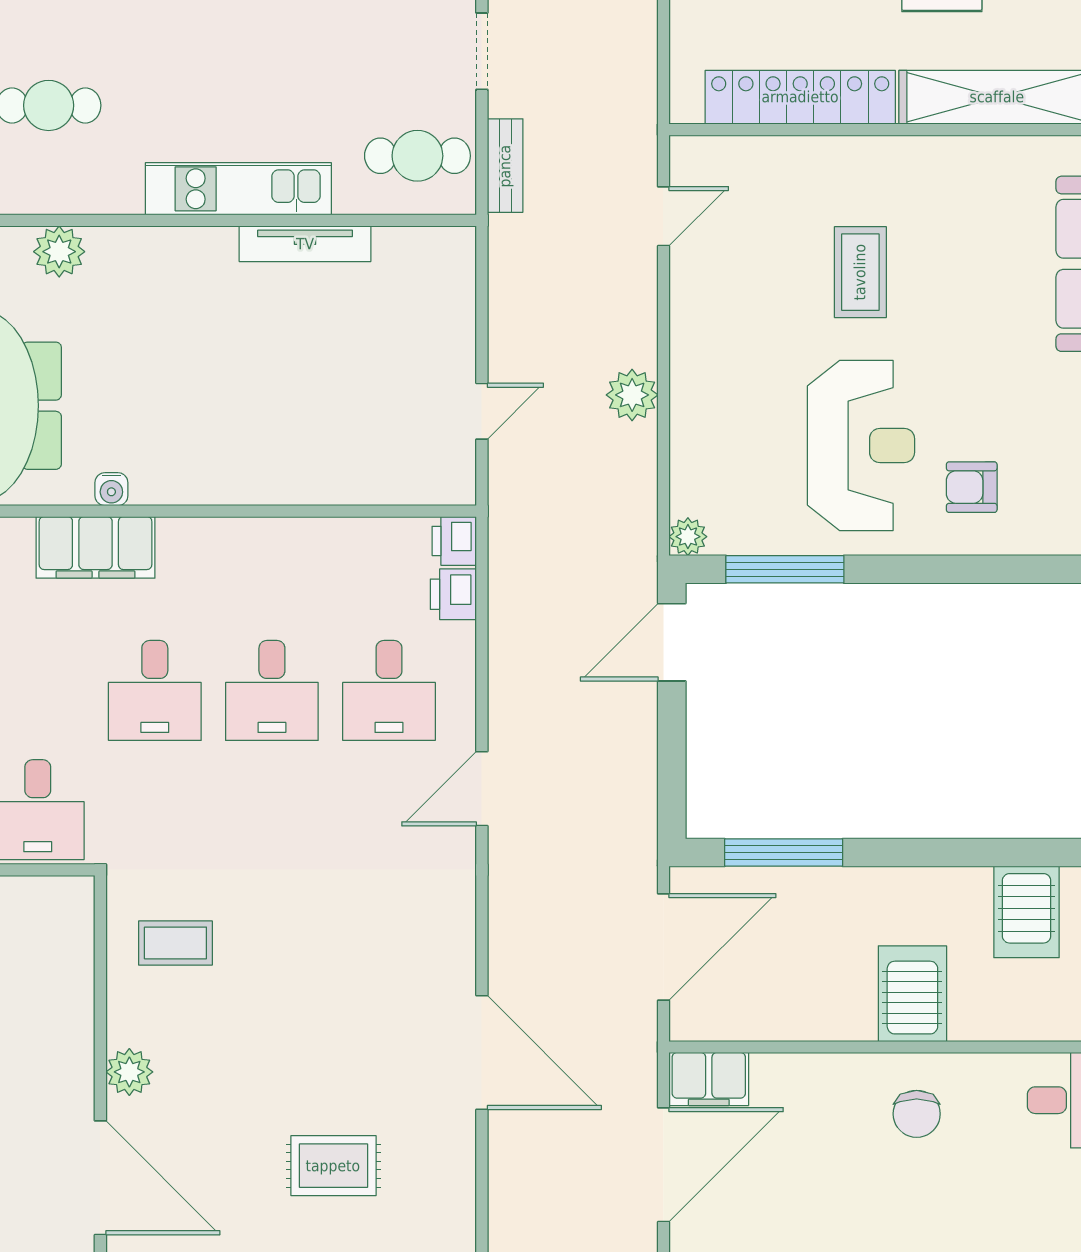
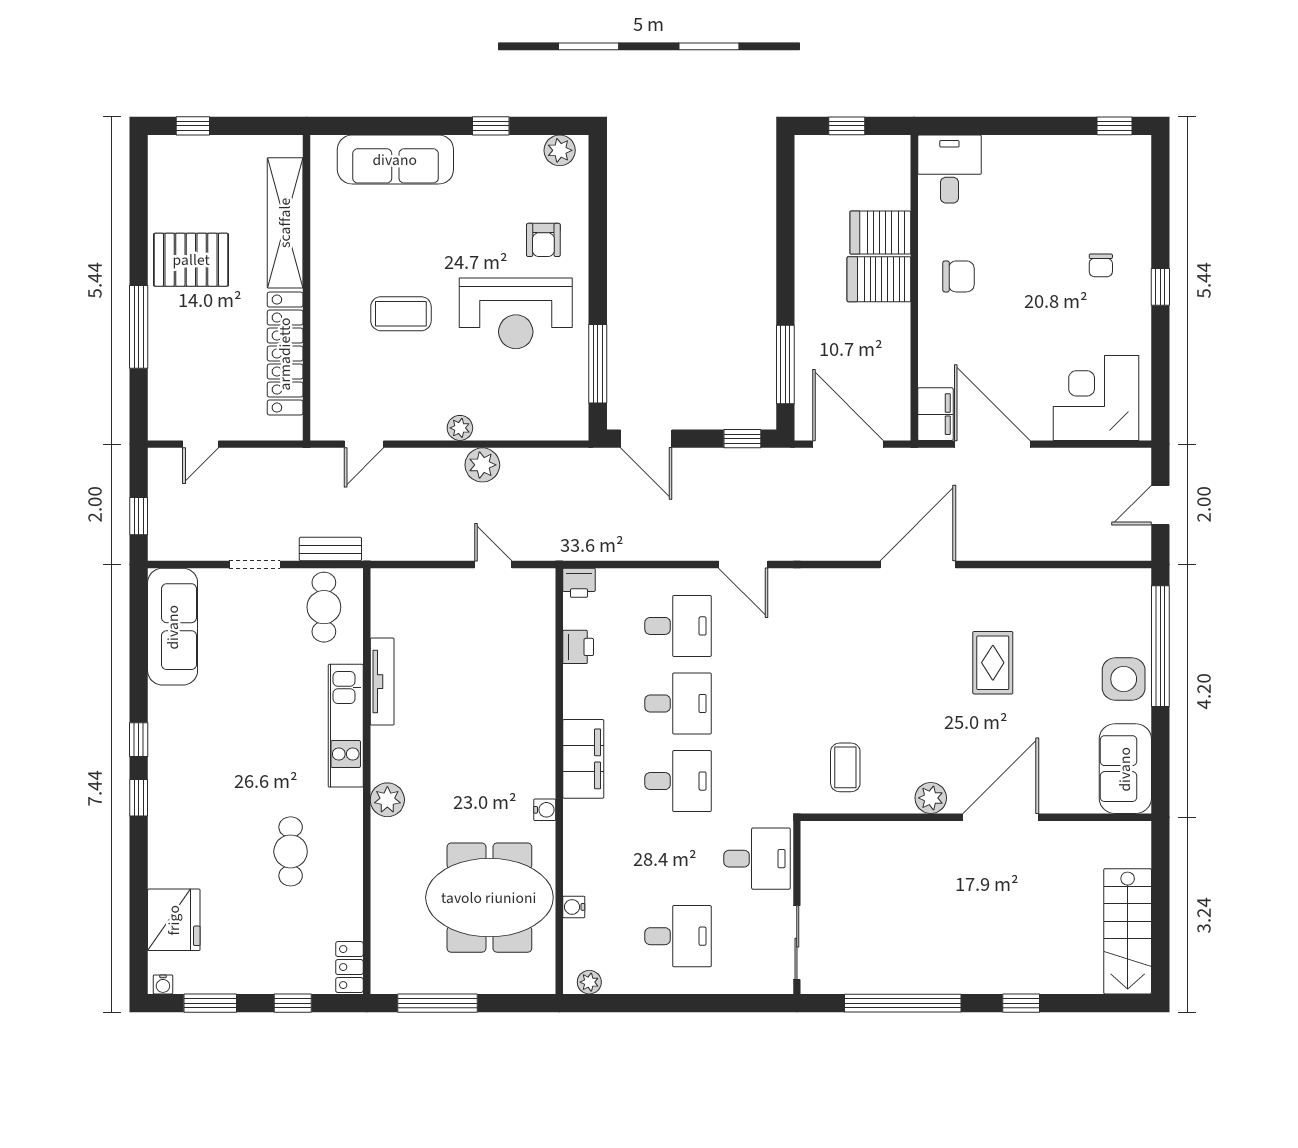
door: (663, 216) -> (364, 444), swing flipped
plant: (59, 252) -> (387, 800), moved
reception desk: (861, 445) -> (516, 313), turned 180
plant: (688, 537) -> (460, 428), moved
filing cabinet: (95, 547) -> (583, 759), moved
printer: (453, 594) -> (578, 647), moved, turned -90
window: (672, 787) -> (742, 439), added
server rack: (1027, 912) -> (880, 233), moved, turned 180

